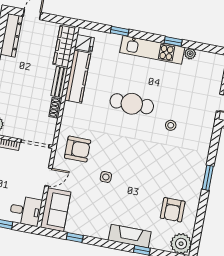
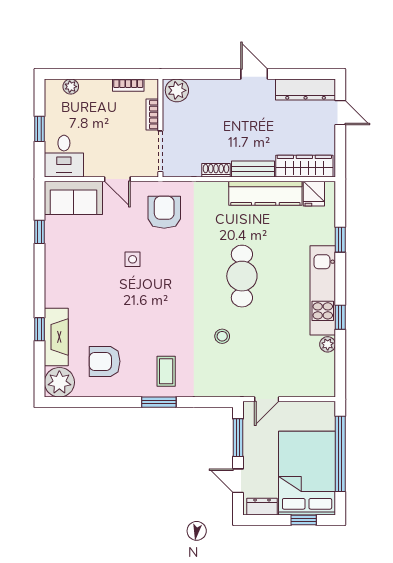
armchair: (78, 149) -> (164, 212), turned 180
coffee table: (187, 169) -> (166, 371), added
fireplace: (130, 236) -> (56, 337), moved

